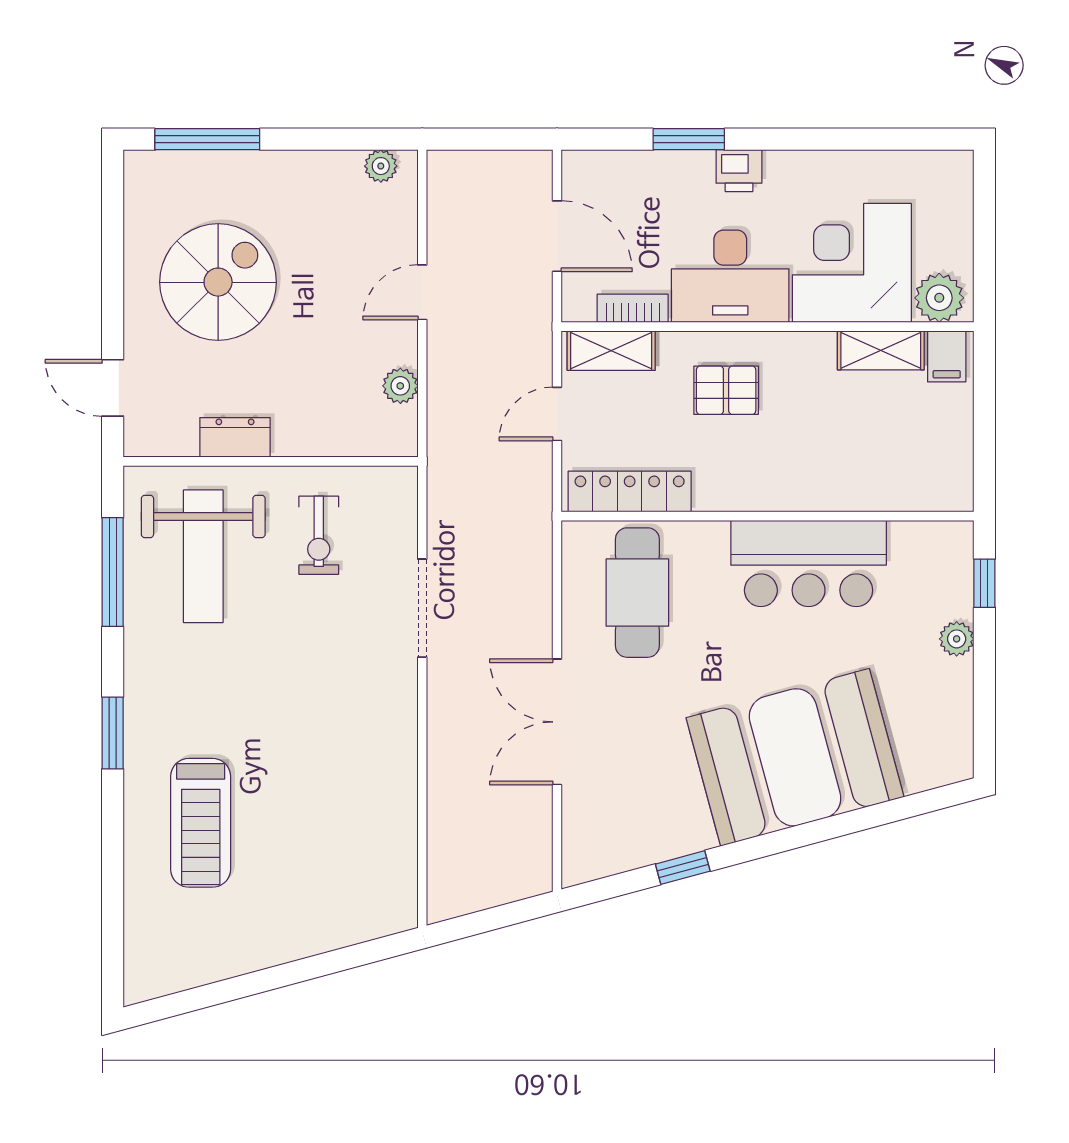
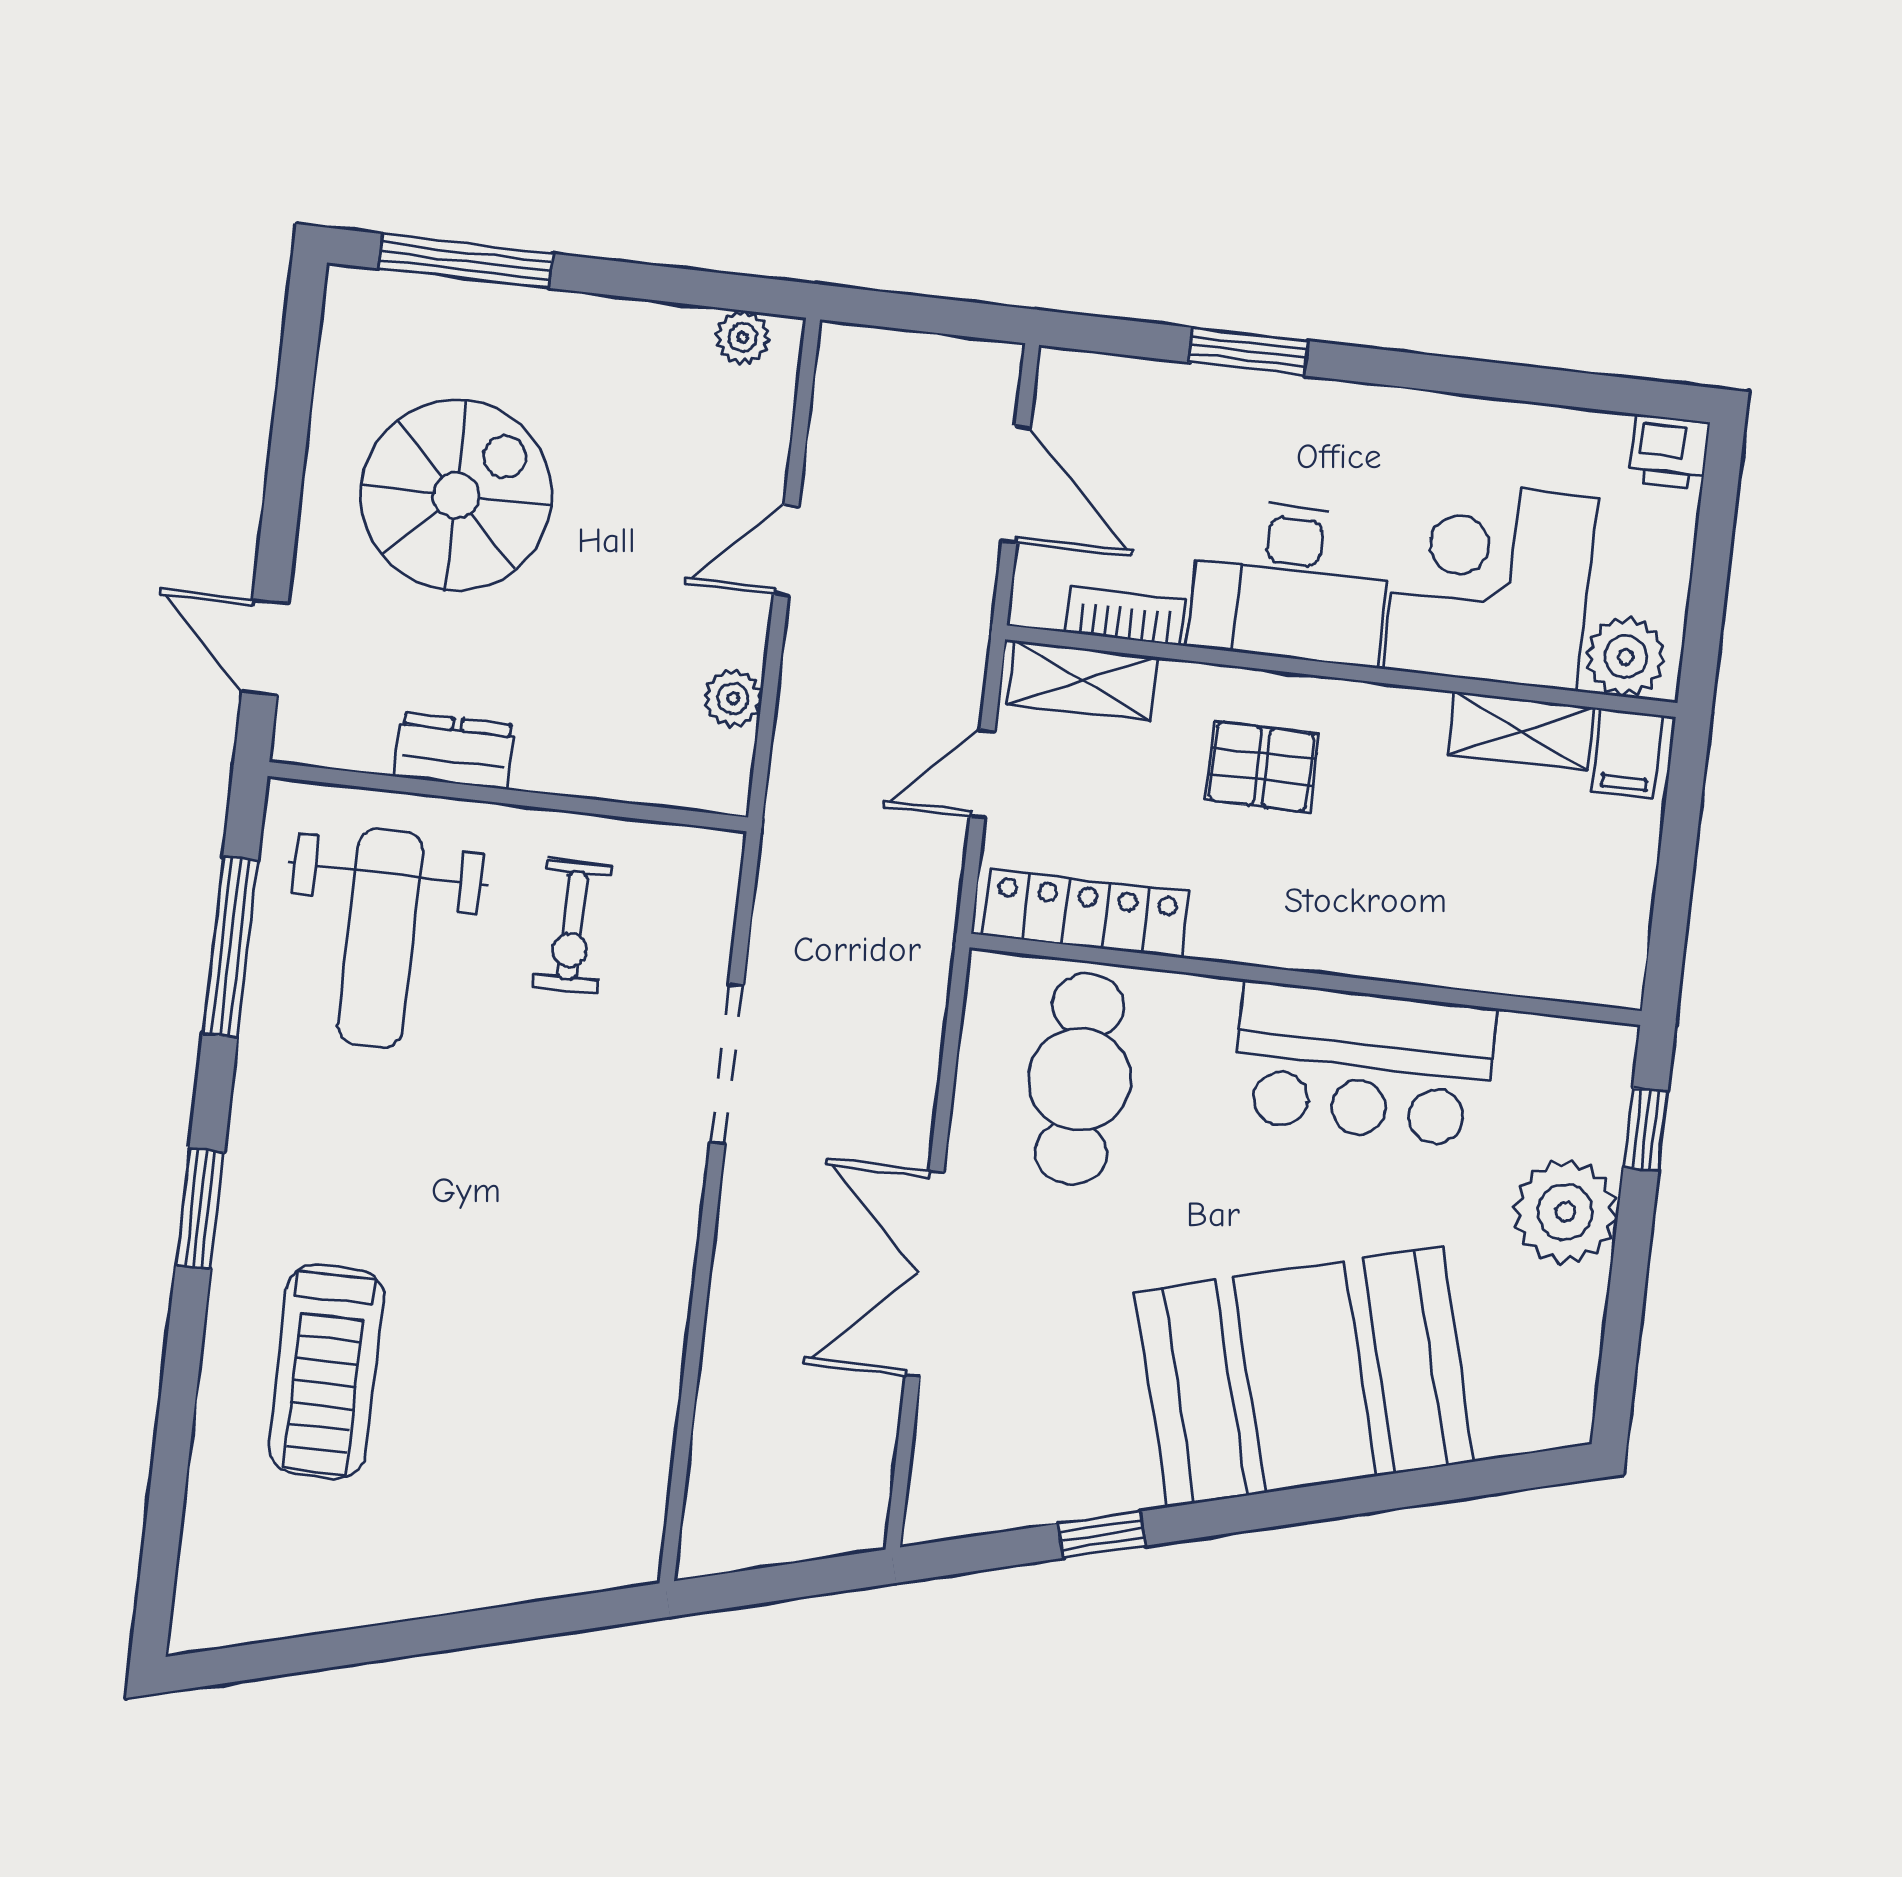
printer: (739, 171) -> (1669, 452), moved
plant: (957, 639) -> (1565, 1212), width x1.87, depth x1.87

